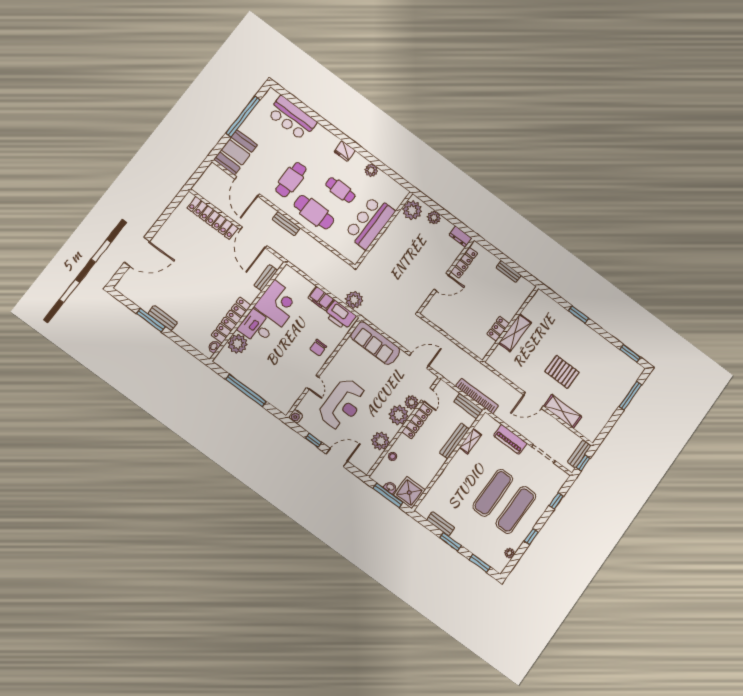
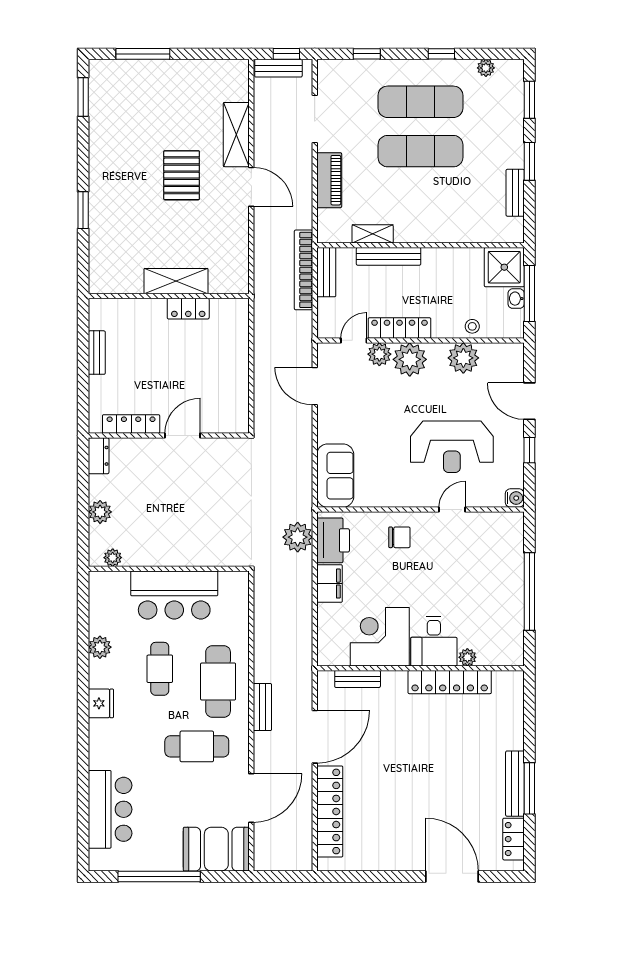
plant: (412, 210) -> (113, 558), width x0.53, depth x0.53
door: (441, 282) -> (183, 436), hinge flipped
locker: (132, 294) -> (513, 839), added
bench: (163, 318) -> (515, 784), width x1.36
sofa: (375, 343) -> (335, 476), width x0.73
plant: (238, 344) -> (467, 657), width x0.53, depth x0.53
washbasin: (214, 347) -> (502, 678), removed
reception desk: (343, 404) -> (452, 447), turned 180

